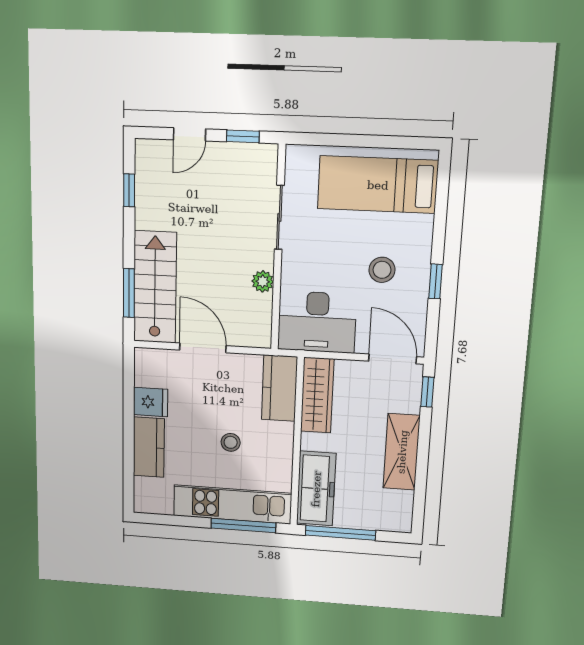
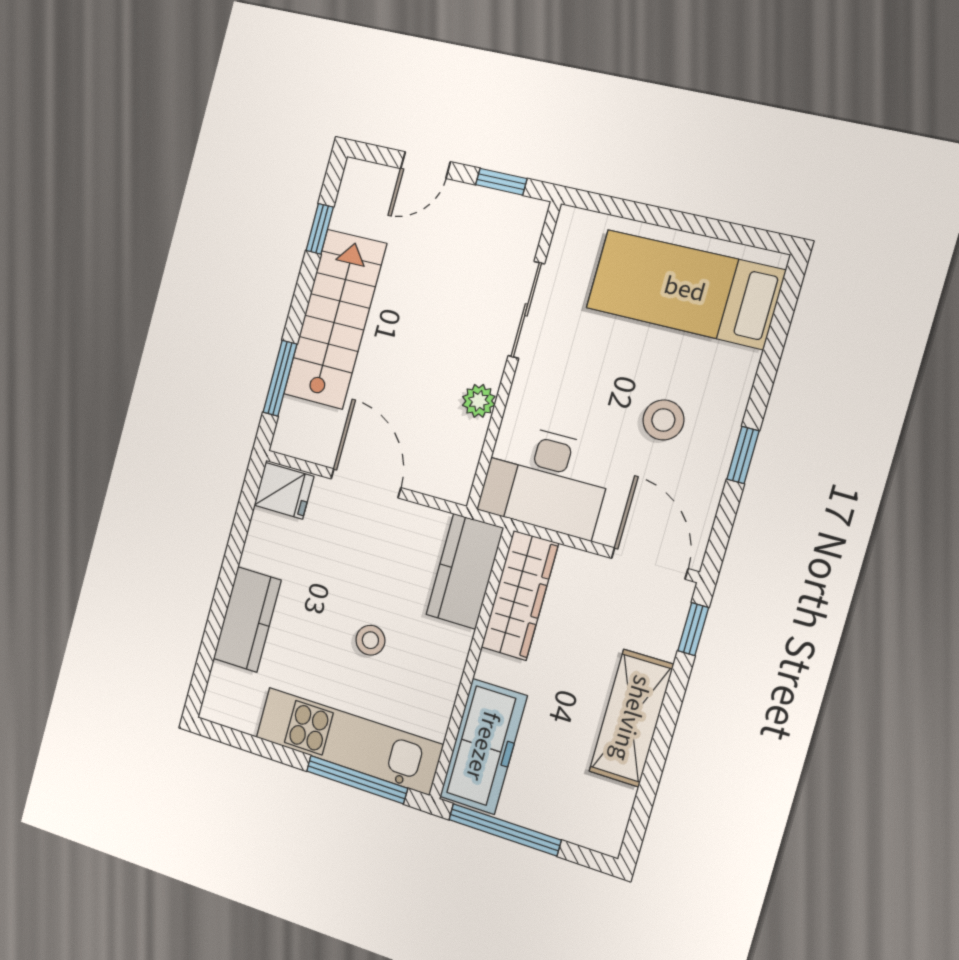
stairs: (155, 287) -> (335, 319), moved
fridge: (151, 402) -> (284, 491), moved

